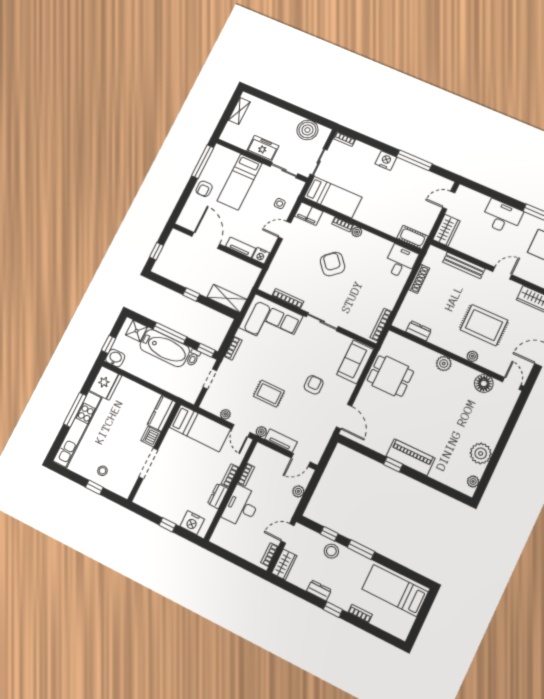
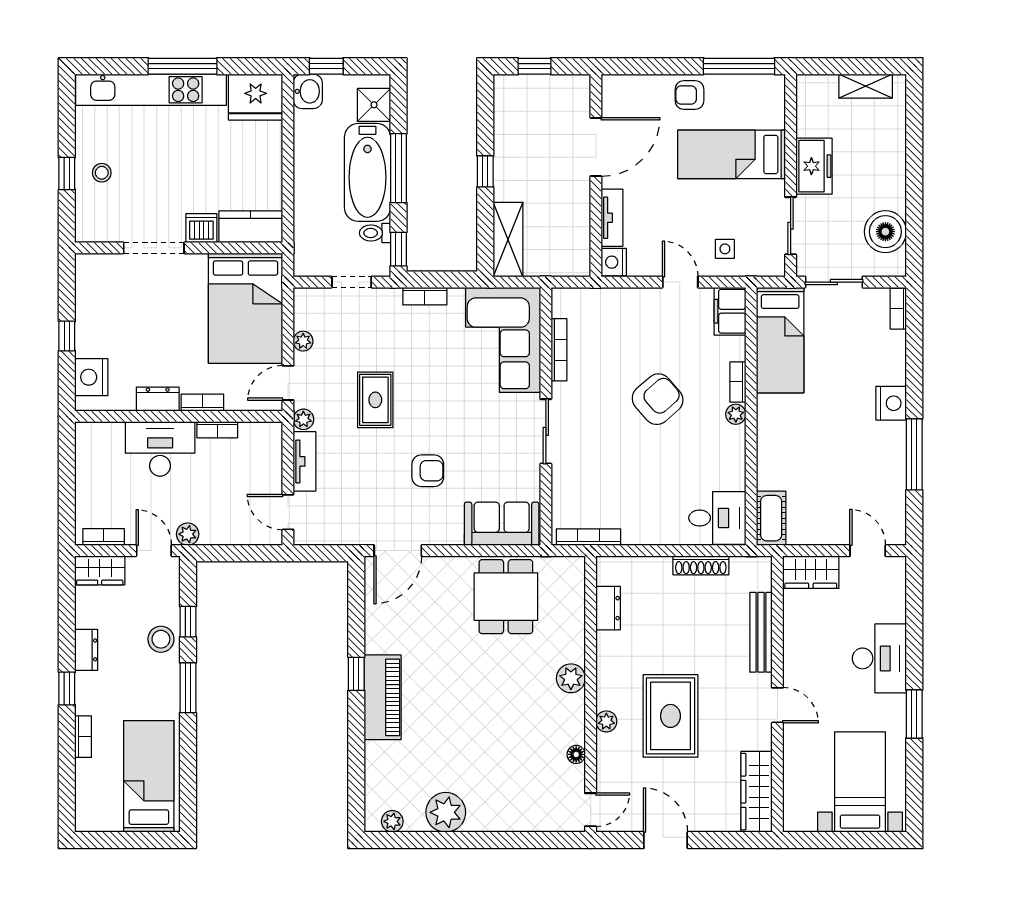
floor lamp: (484, 383) -> (576, 754), width x0.53, depth x0.53
bed: (200, 428) -> (245, 308), width x1.50
plant: (298, 491) -> (188, 534), moved

